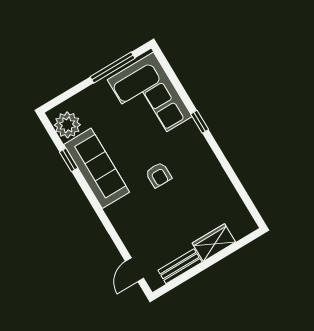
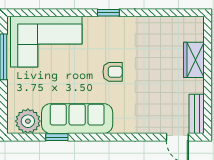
window: (200, 122) -> (108, 13), moved
bench: (180, 266) -> (197, 114), moved

